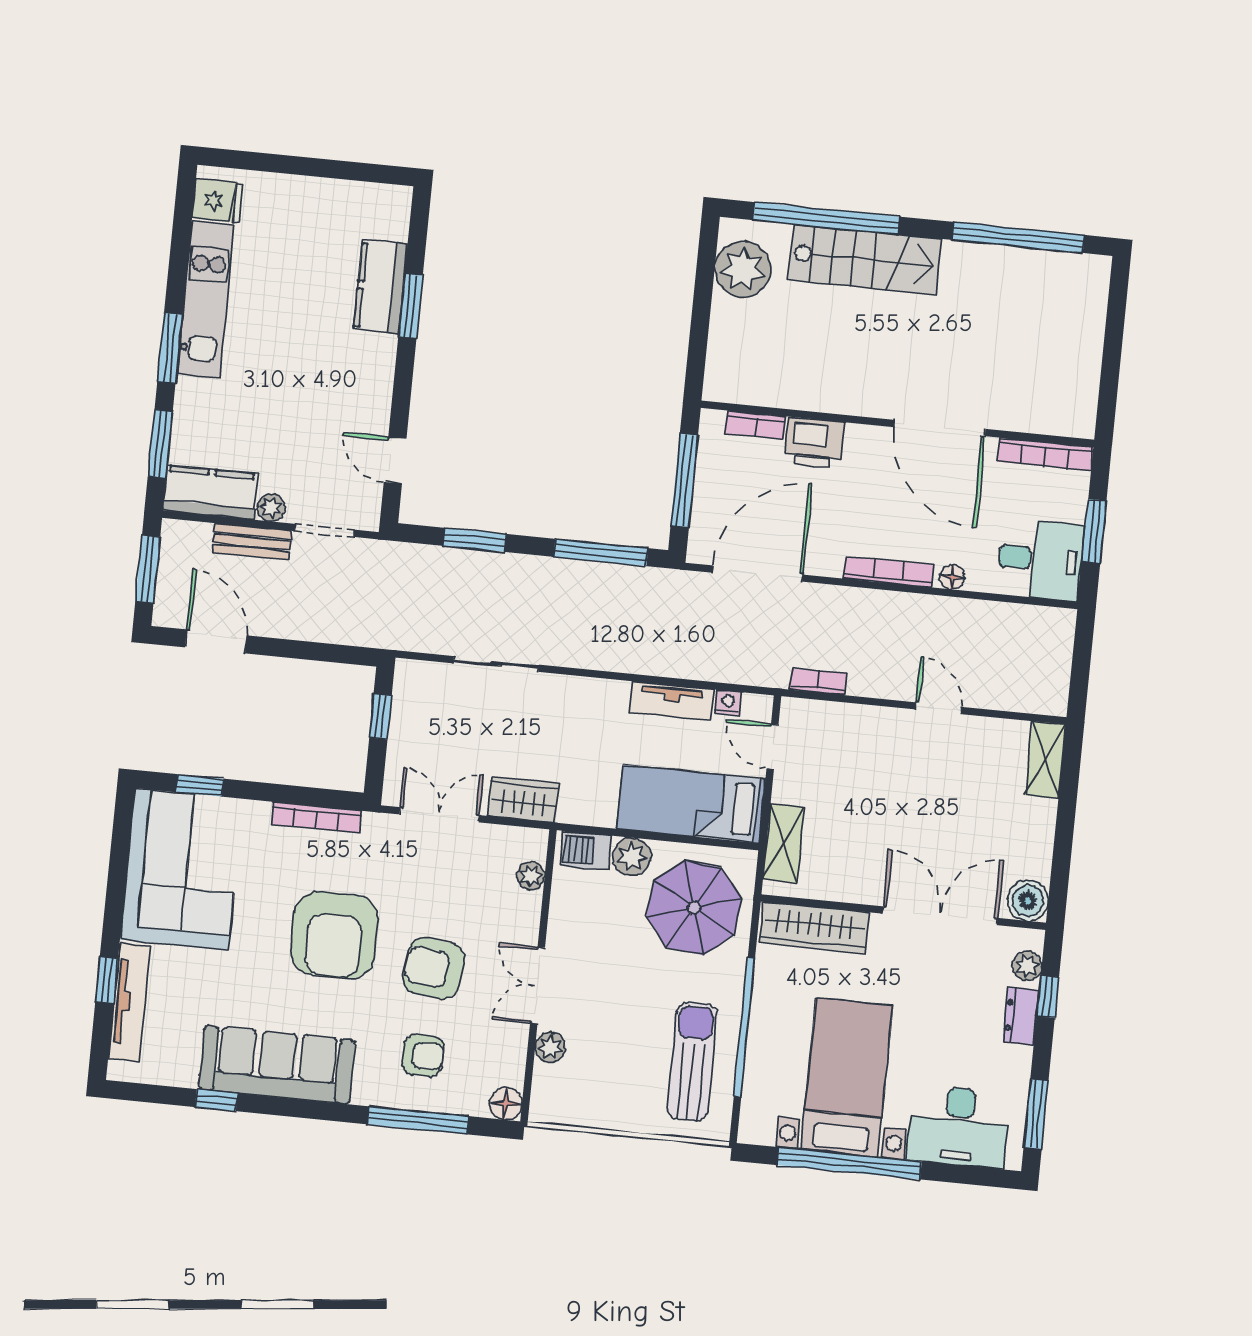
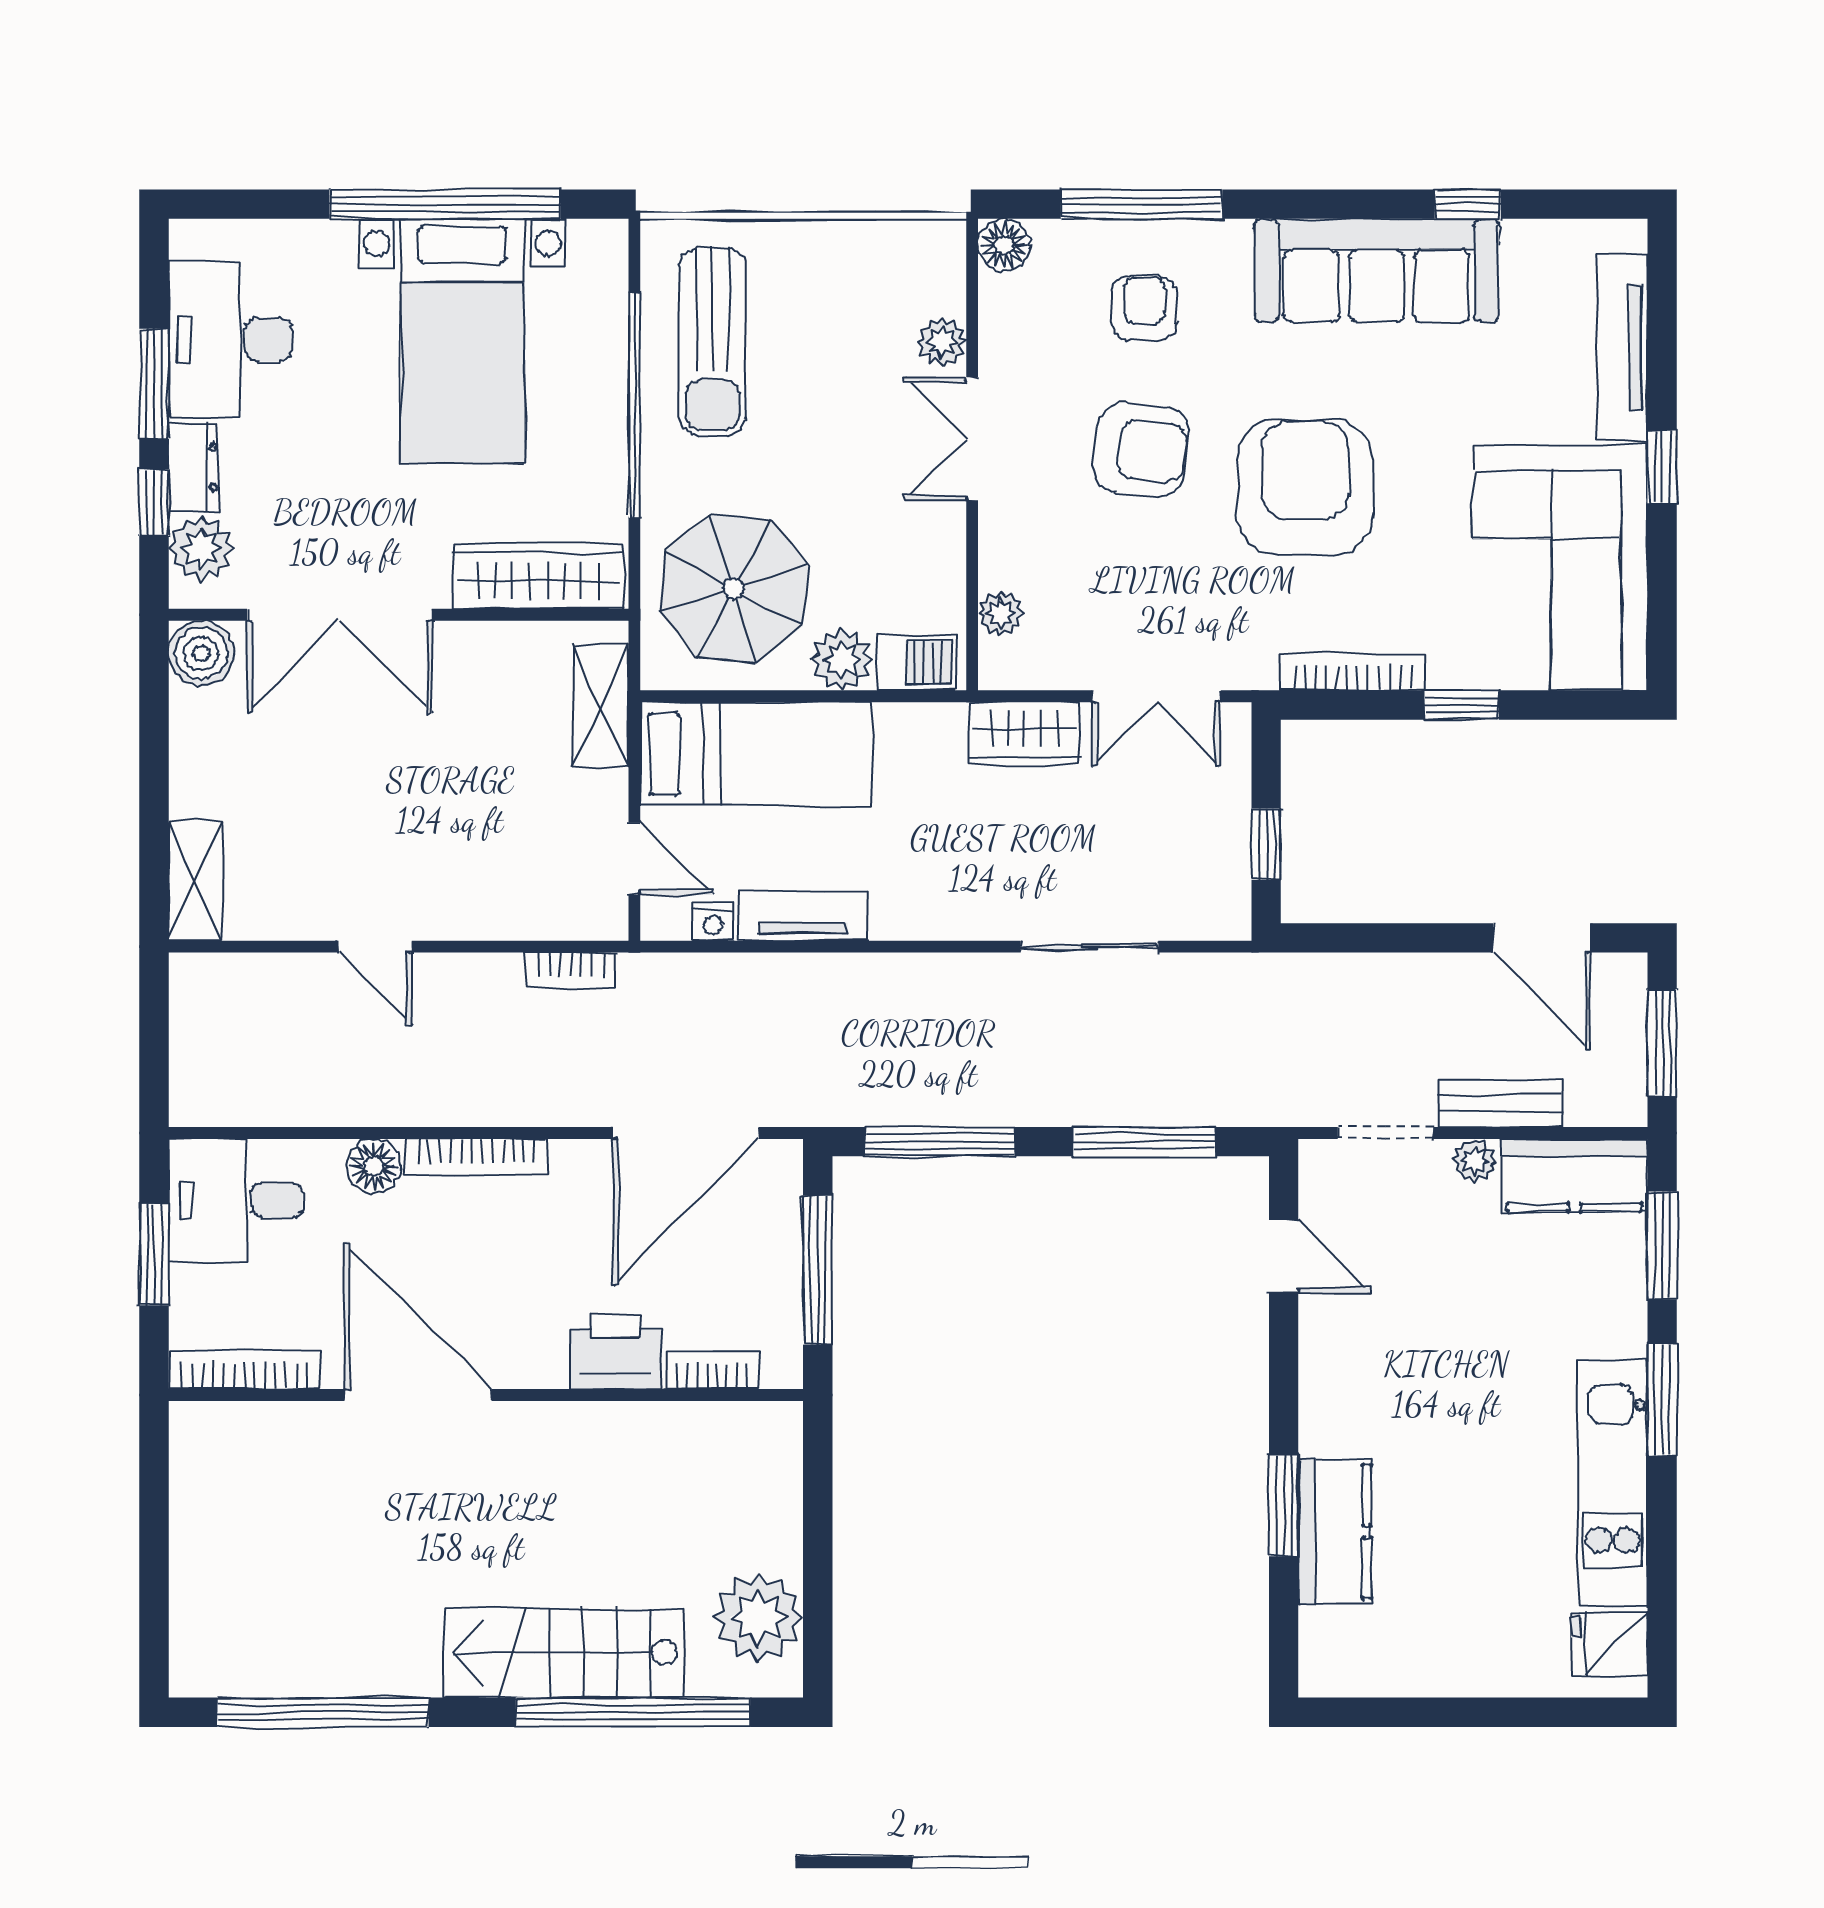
window: (475, 540) -> (1144, 1142), width x1.44
floor lamp: (952, 577) -> (374, 1166), width x1.37, depth x1.37
window: (200, 785) -> (1462, 705), moved
plant: (1027, 966) -> (201, 549), width x1.38, depth x1.38
window: (107, 980) -> (1662, 467), moved
double door: (537, 985) -> (972, 439), swing flipped
armchair: (423, 1056) -> (1144, 308), turned 90
window: (1036, 1114) -> (154, 384), moved
desk: (958, 1127) -> (230, 339), moved, turned -90

